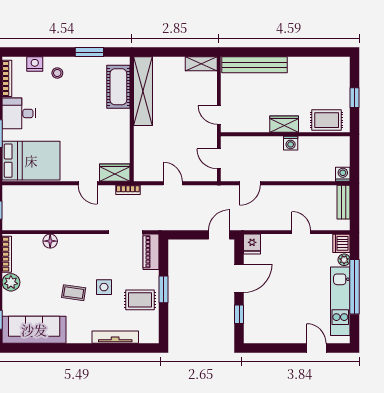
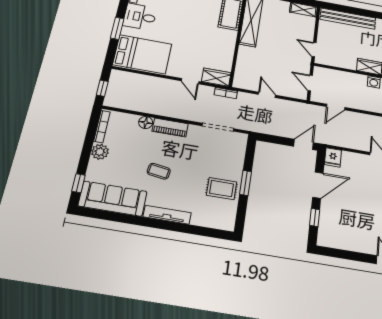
piano: (151, 252) -> (170, 127), moved, turned -90
side table: (104, 287) -> (189, 171), removed
tv unit: (115, 337) -> (167, 215), moved

